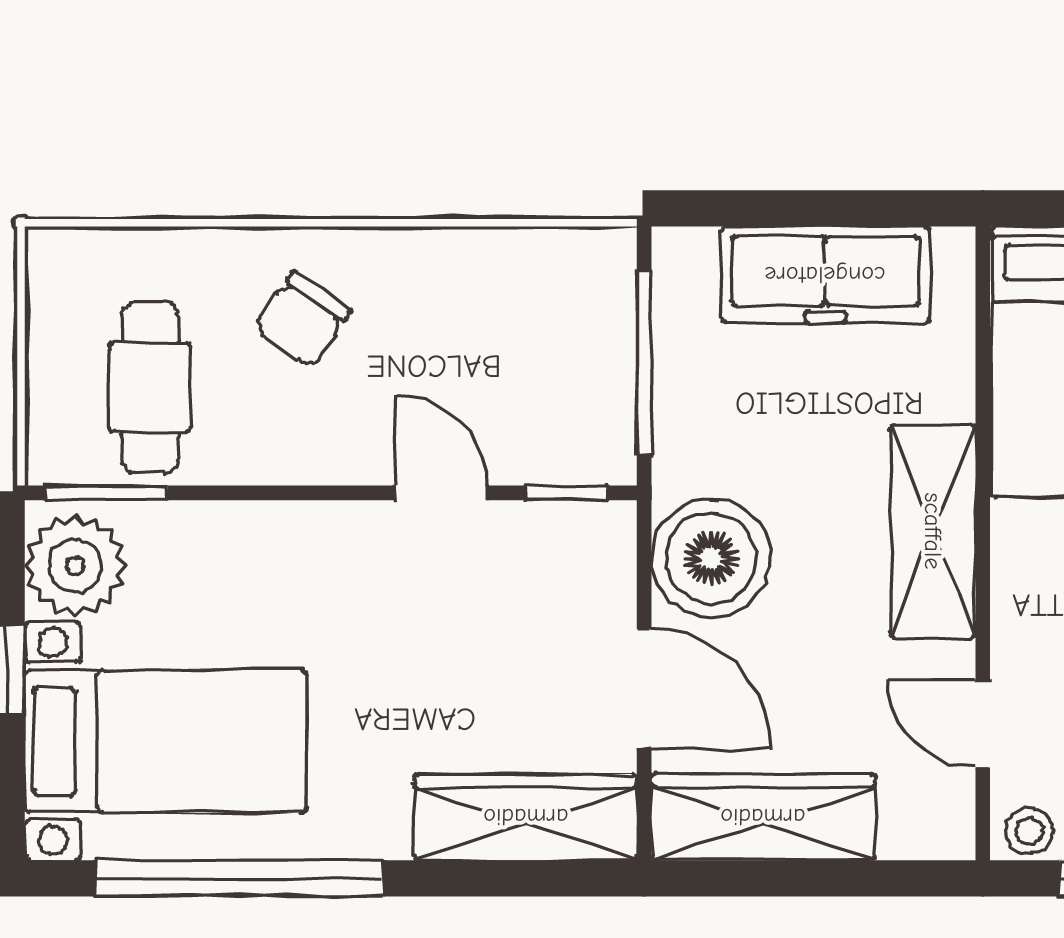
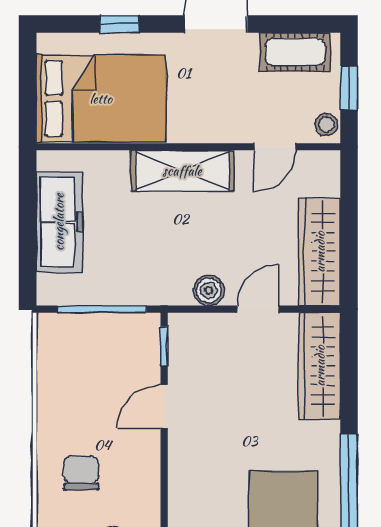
chair: (303, 320) -> (81, 473), turned -125
boiler: (711, 558) -> (209, 290), width x0.54, depth x0.54
door: (644, 689) -> (258, 309), width x0.73

